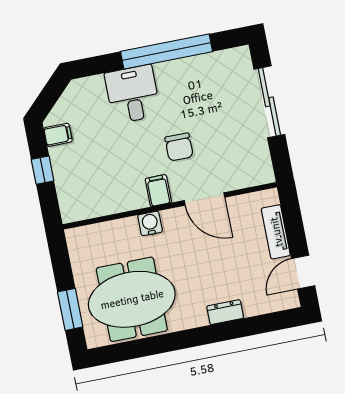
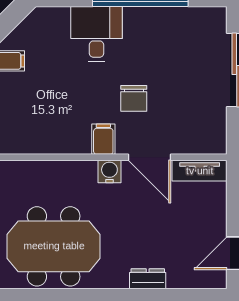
water cooler: (150, 223) -> (109, 172), moved
tv unit: (276, 232) -> (200, 171), moved, turned -90

